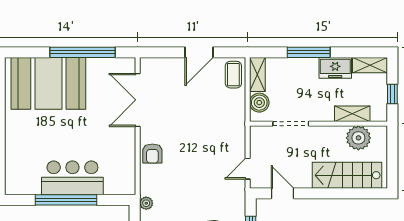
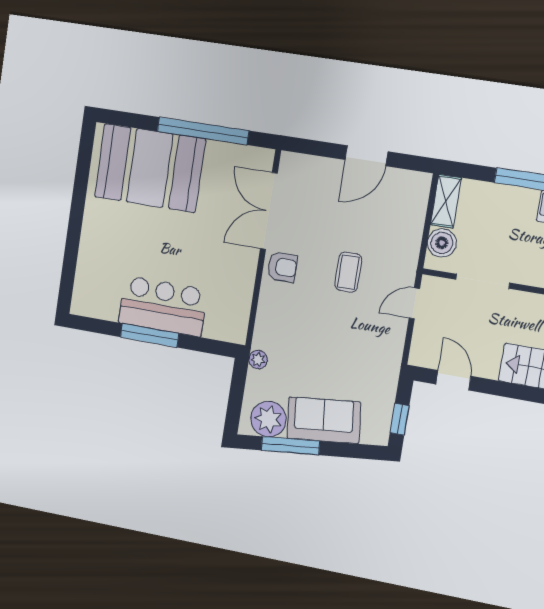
coffee table: (233, 75) -> (348, 272), moved
armchair: (152, 154) -> (282, 267), moved, turned -90
door: (248, 169) -> (414, 303), moved
window: (66, 200) -> (150, 335), width x0.68

